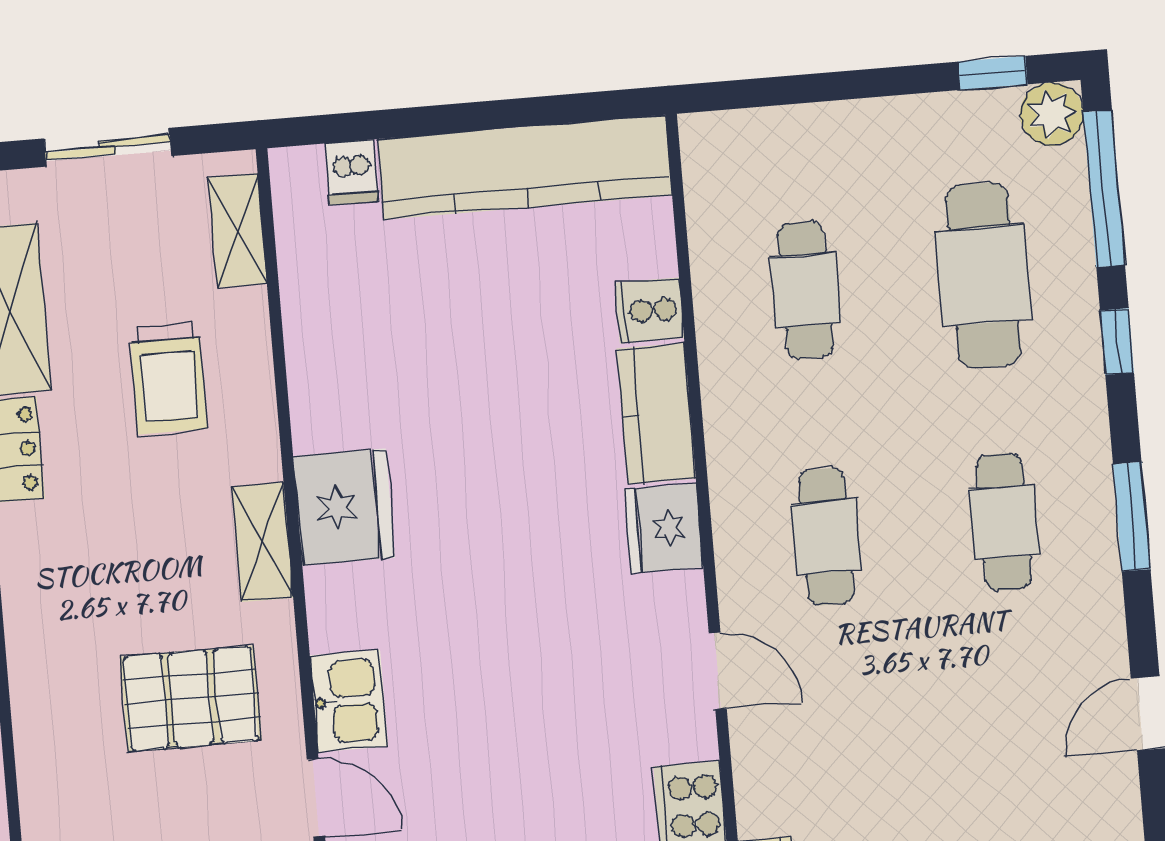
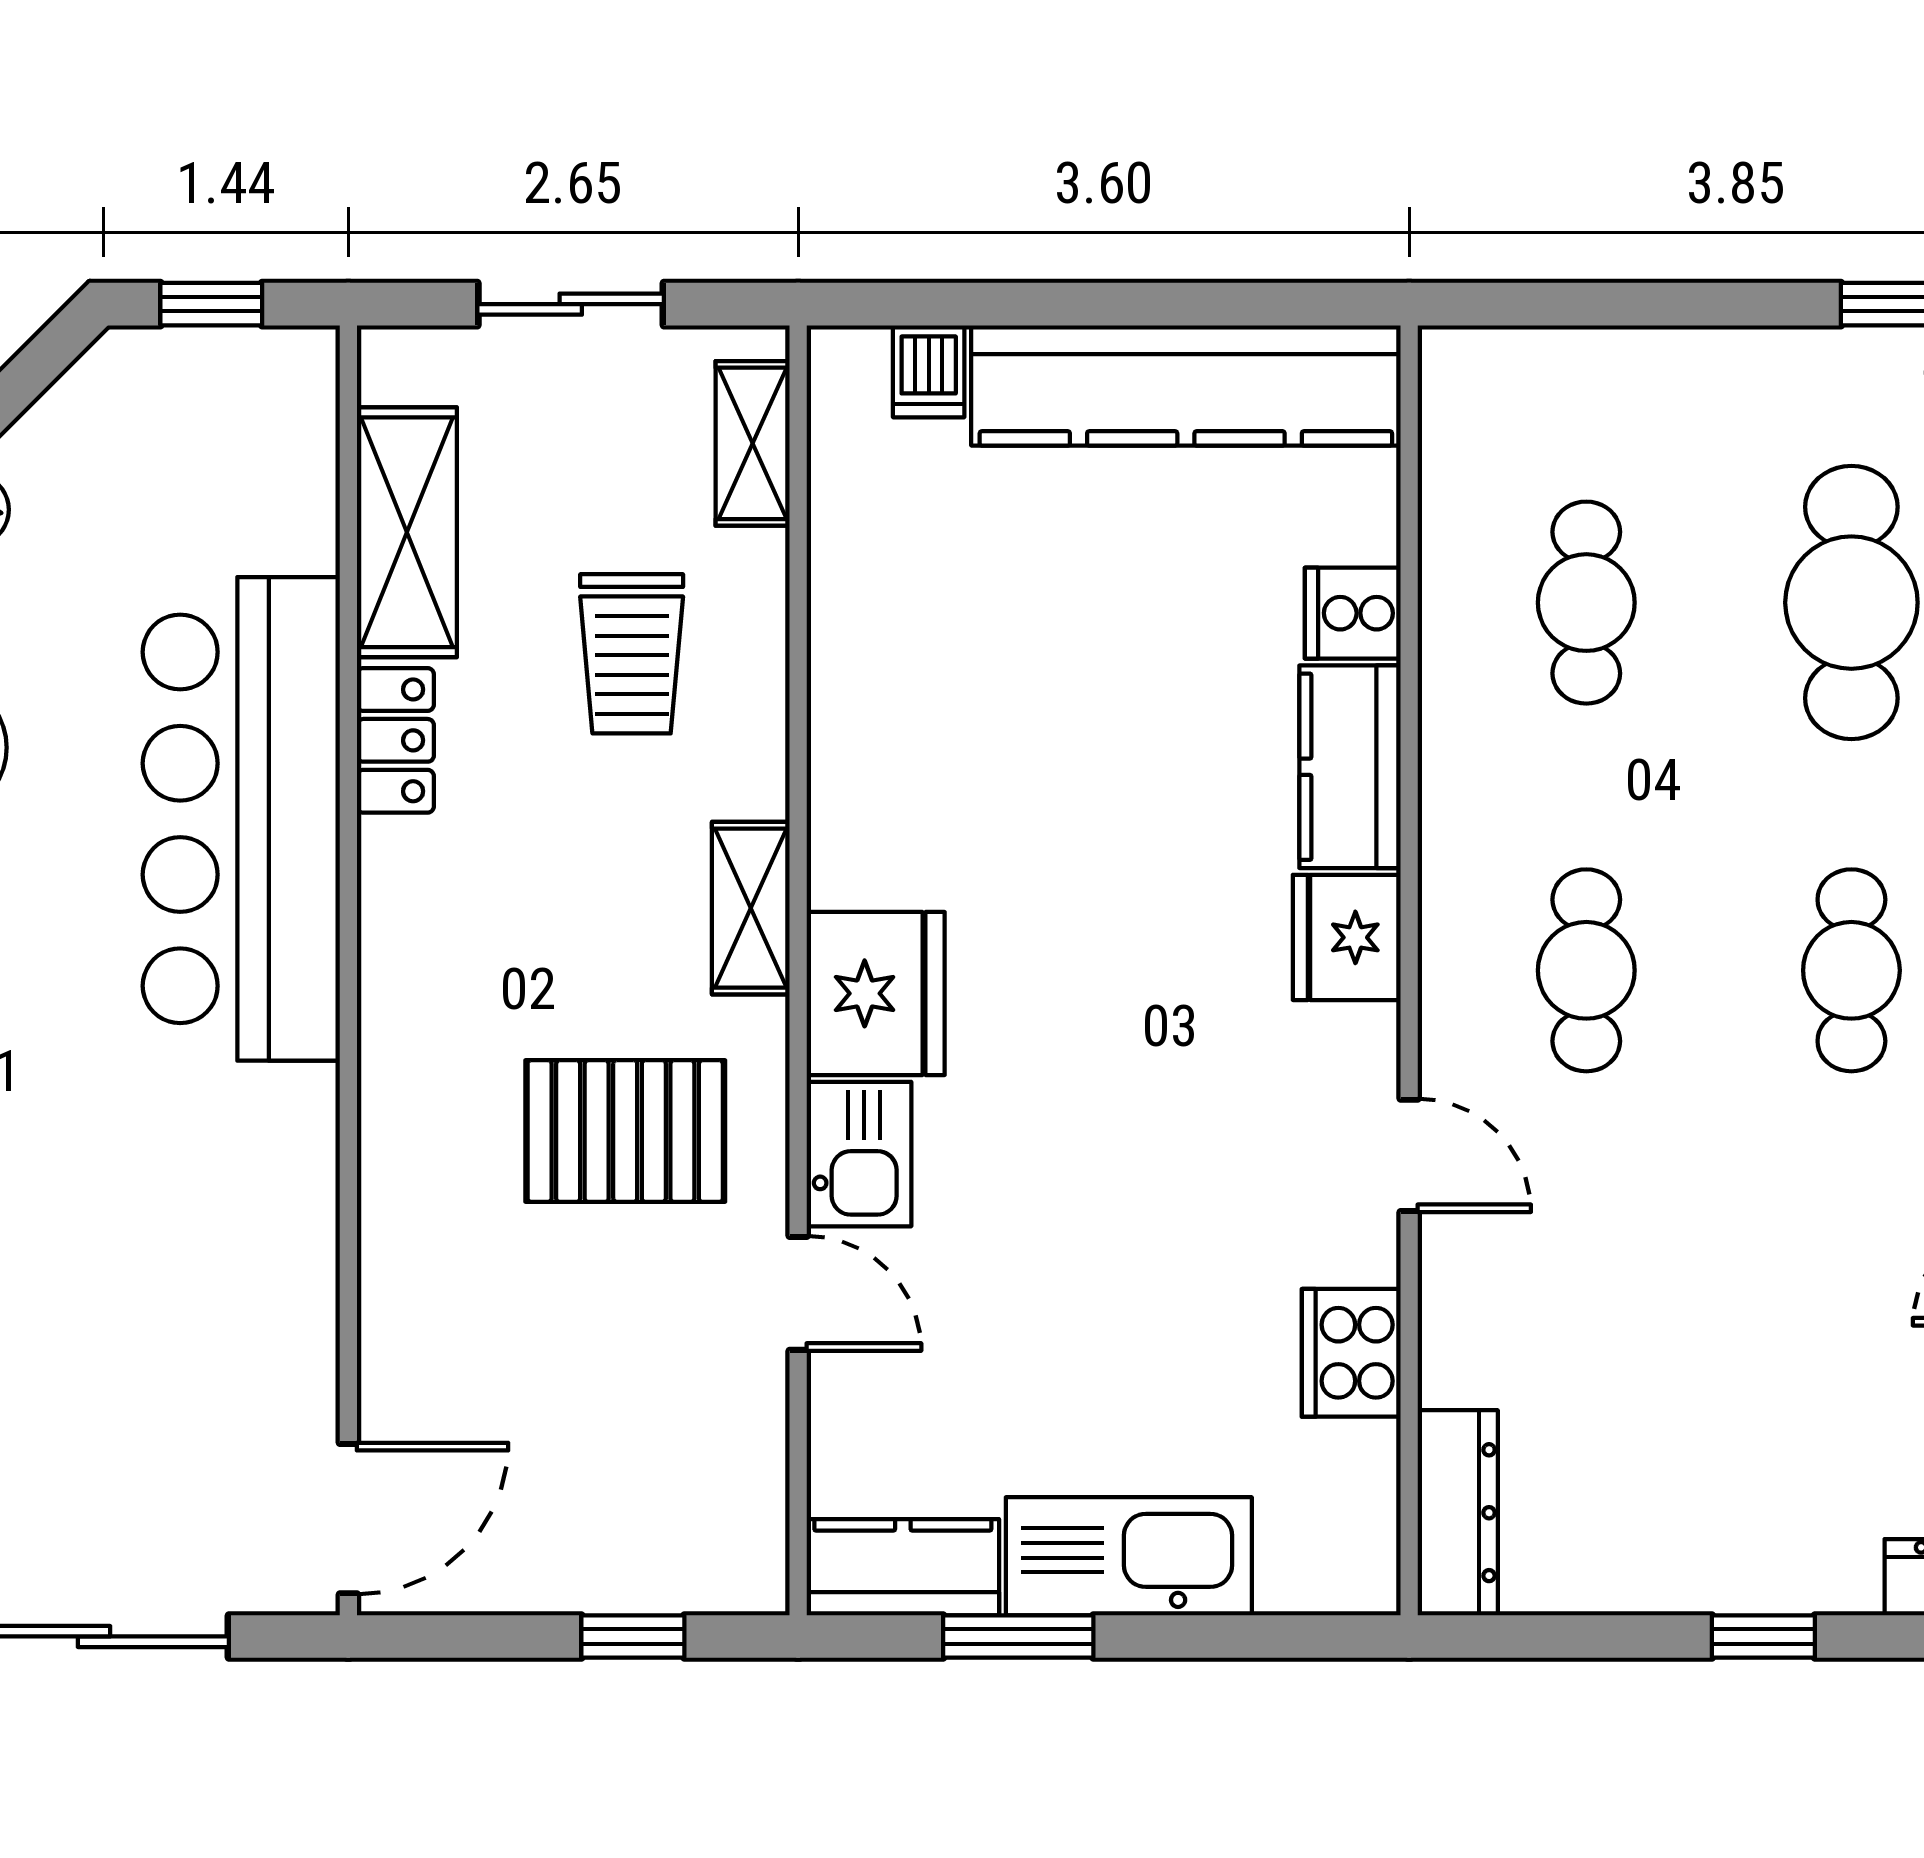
fridge: (344, 507) -> (876, 993), moved

